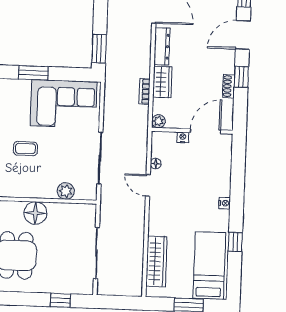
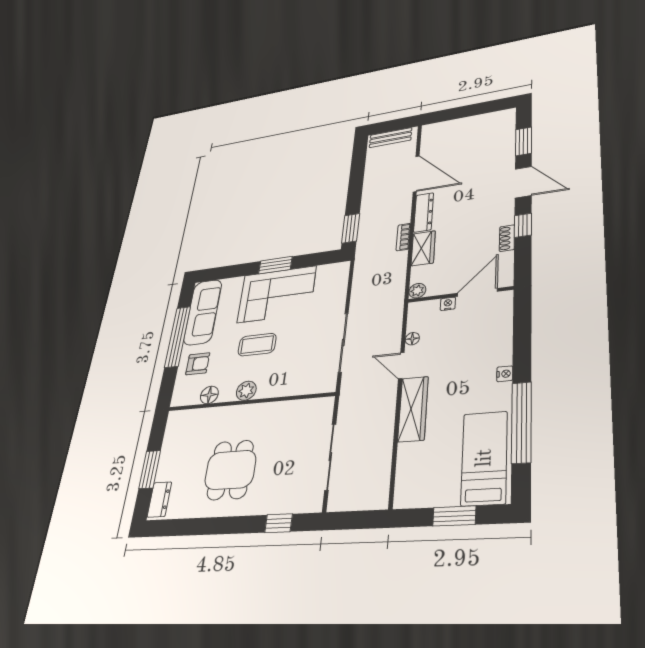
door: (243, 35) -> (523, 182), swing flipped
bookcase: (144, 91) -> (403, 237), moved
corner sofa: (64, 104) -> (277, 294), moved
coffee table: (25, 149) -> (257, 345), width x1.36, depth x1.30
plant: (66, 191) -> (246, 391), moved
floor lamp: (35, 213) -> (260, 416), removed
window: (235, 242) -> (521, 422), width x3.17
wardrobe: (156, 261) -> (413, 409), moved

